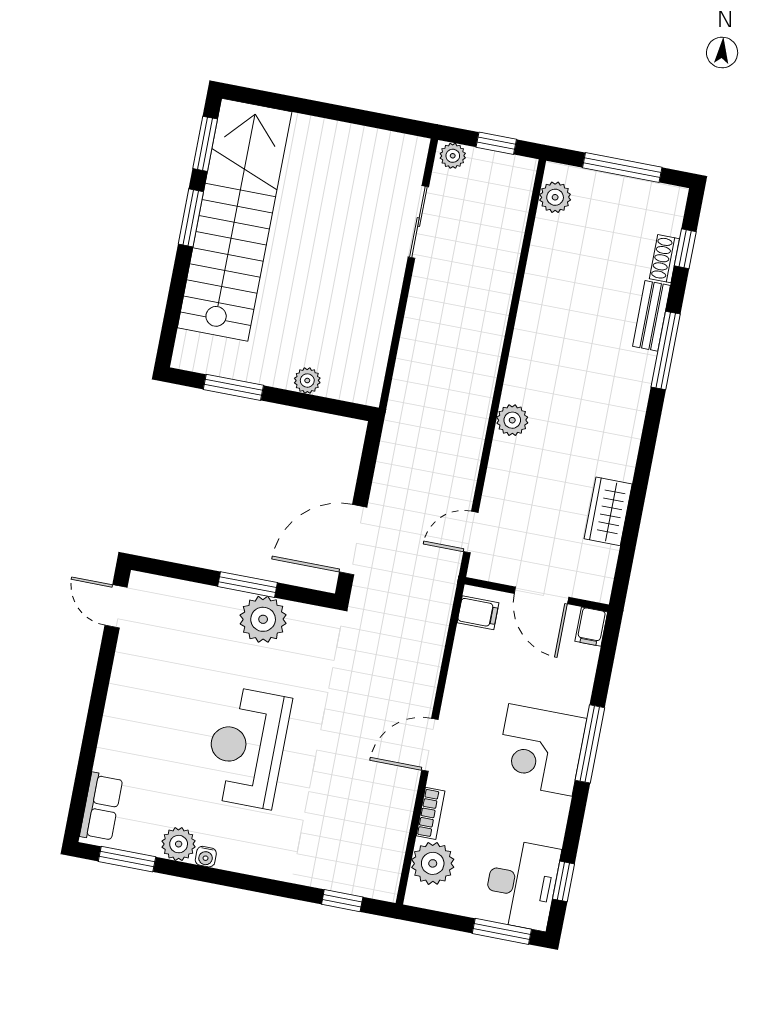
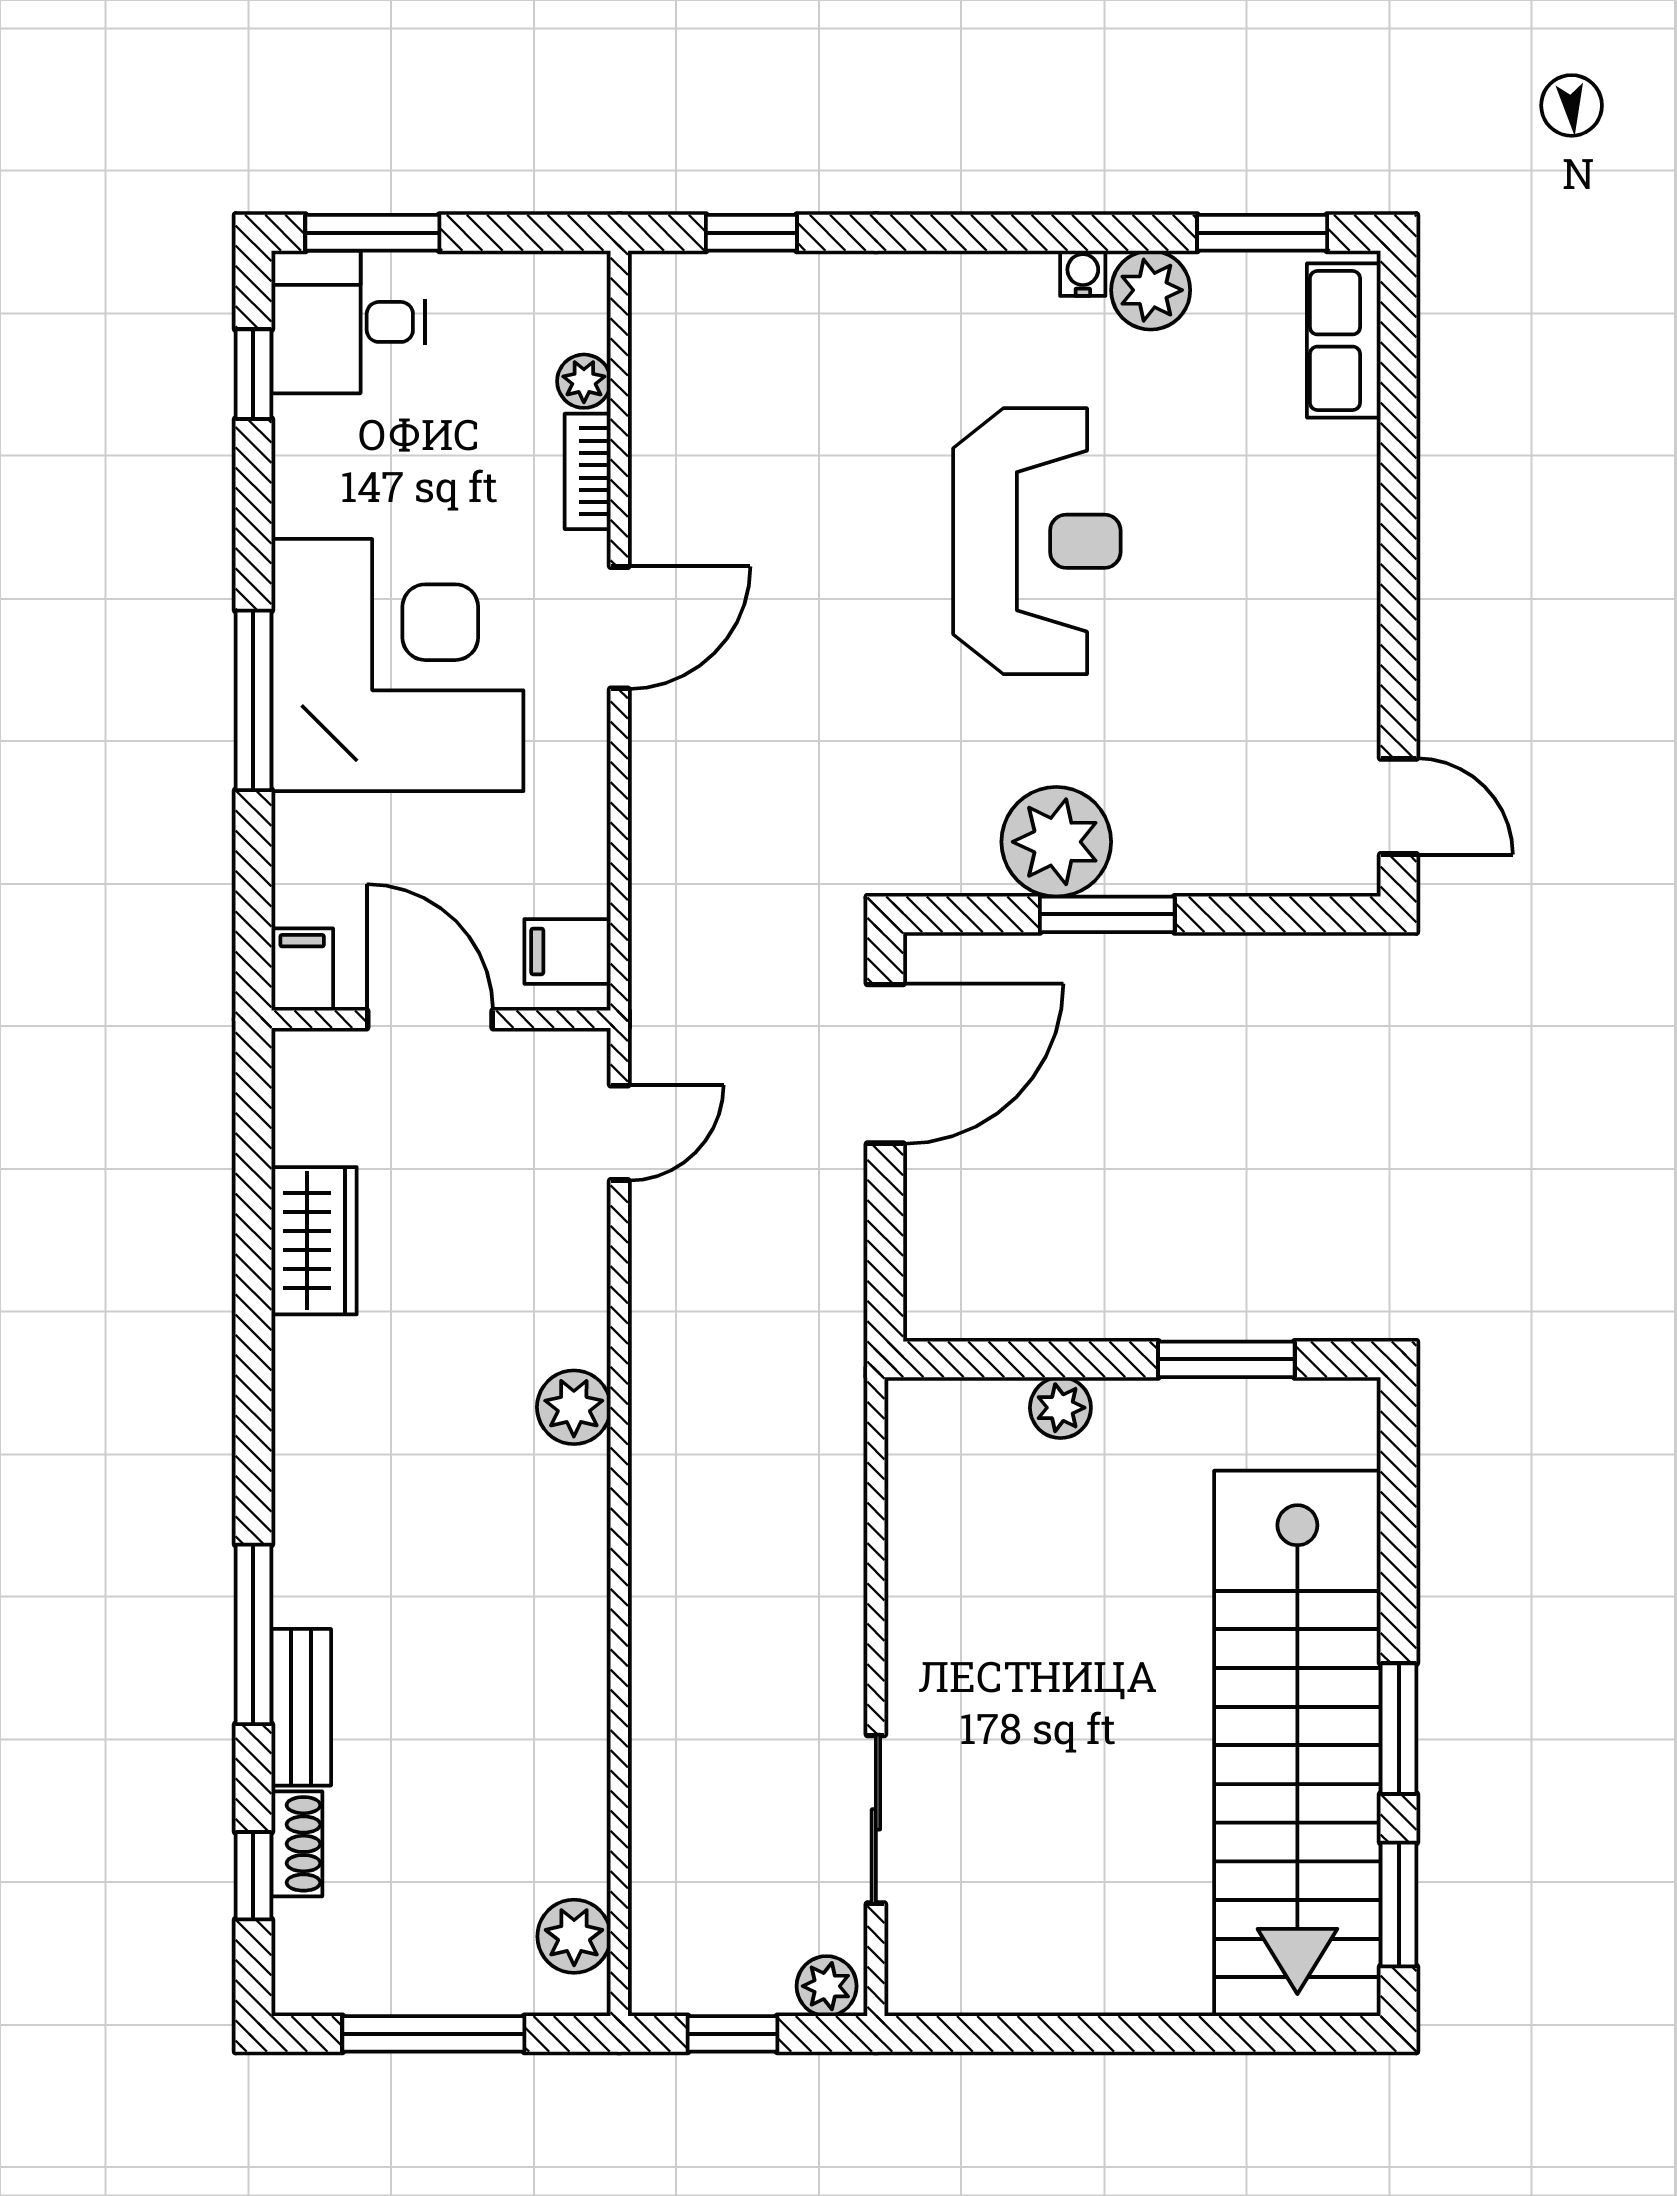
corner desk: (540, 750) -> (397, 665), width x1.36, depth x1.36
plant: (433, 863) -> (584, 381), width x0.53, depth x0.53
desk: (521, 885) -> (348, 322), width x0.73

